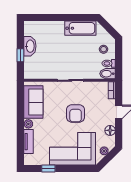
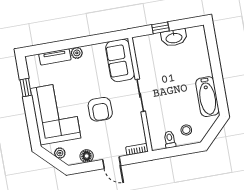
bidet: (108, 74) -> (157, 140), removed
sofa: (33, 102) -> (120, 60), moved, turned 90
armchair: (76, 113) -> (100, 109), turned -90

